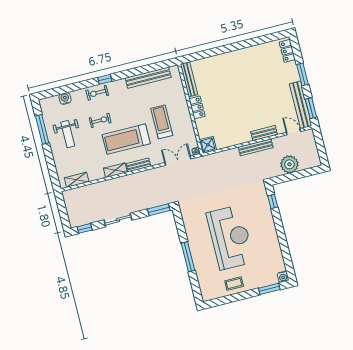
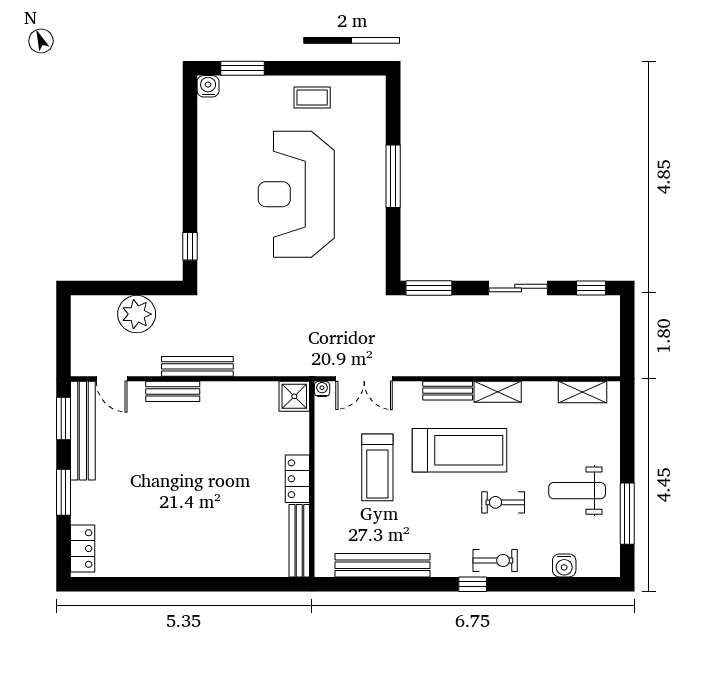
weight bench: (68, 134) -> (577, 491), turned -90

